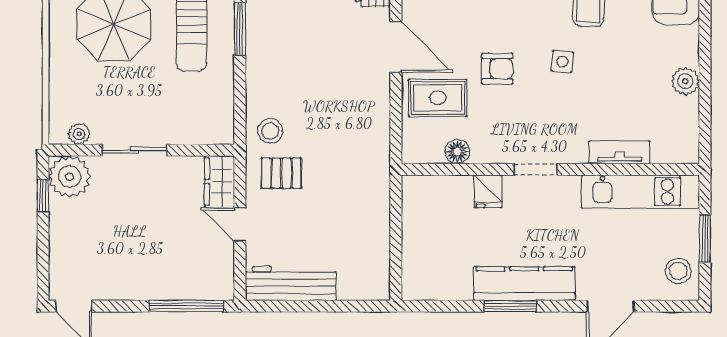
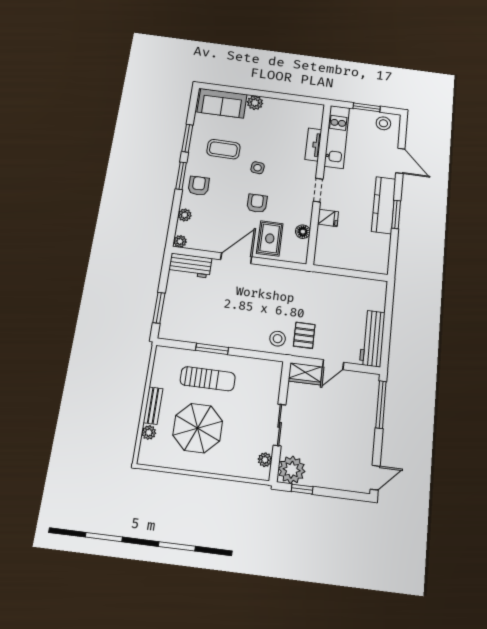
plant: (685, 81) -> (255, 103), moved

